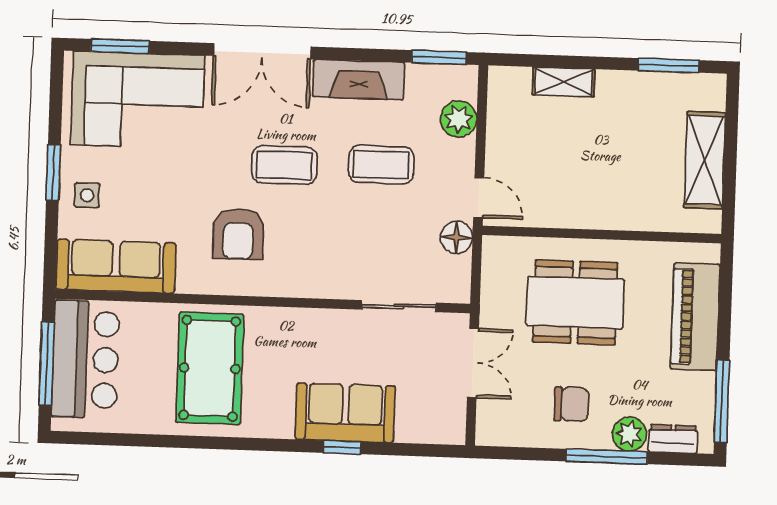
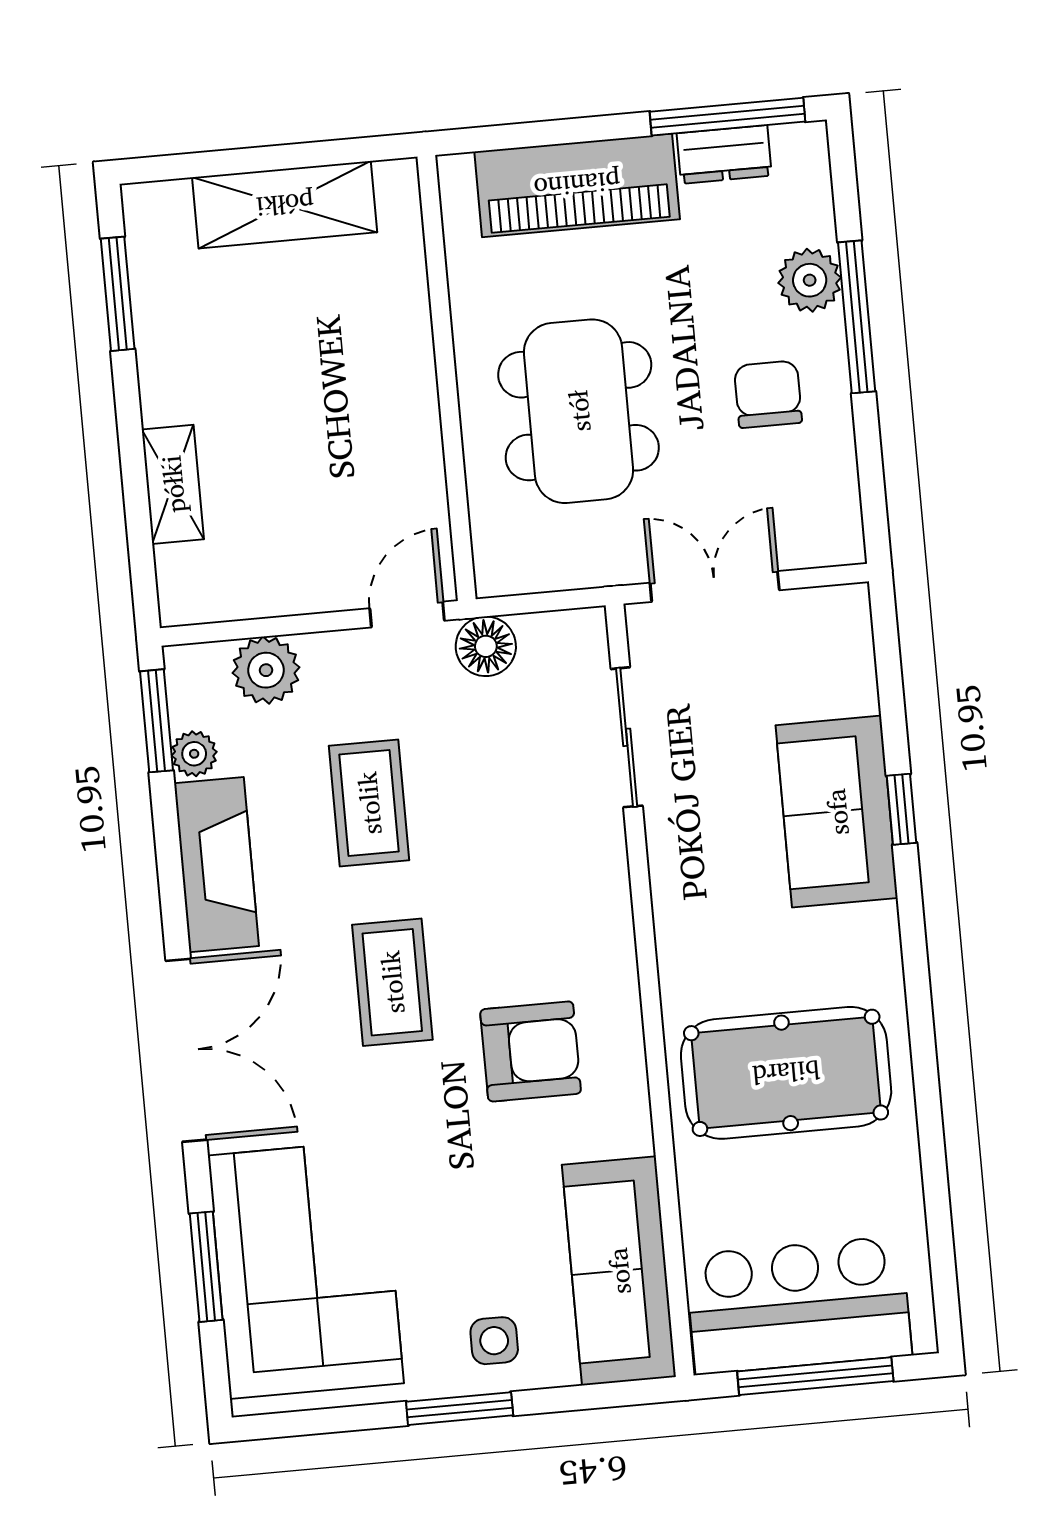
window: (120, 46) -> (206, 1267), moved
plant: (419, 75) -> (194, 754), added
dresser: (673, 439) -> (724, 154), moved, turned -90

